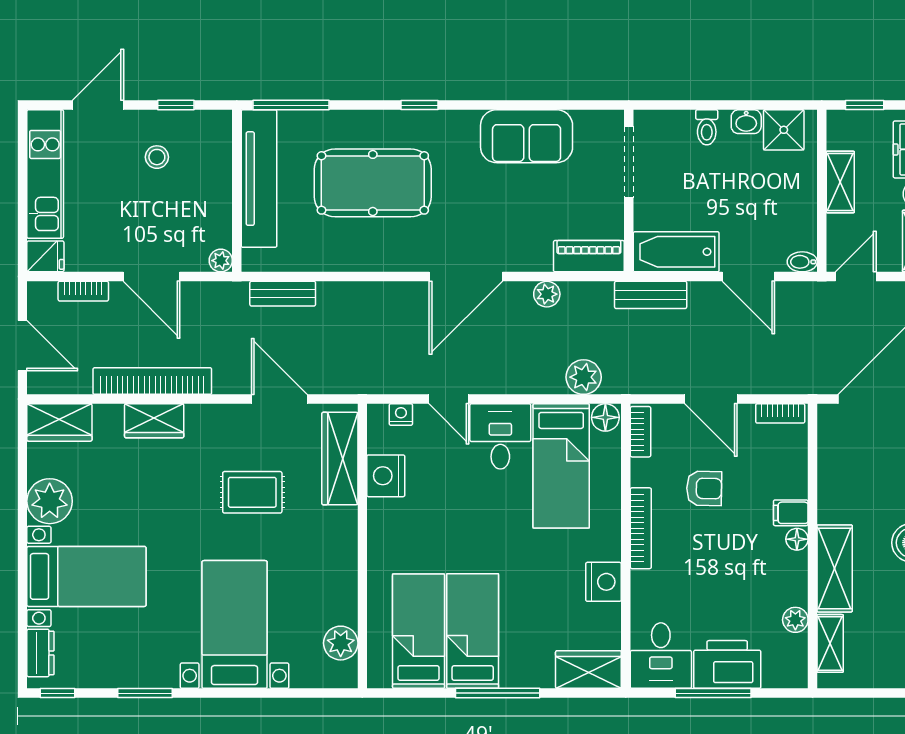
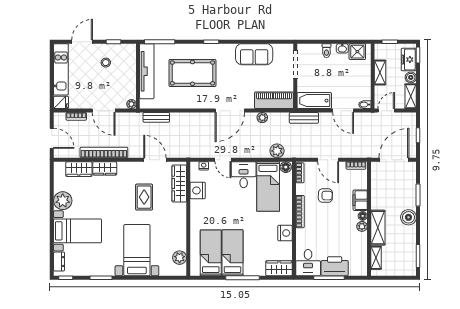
piano: (589, 256) -> (274, 100), width x1.37, depth x1.33
wardrobe: (59, 422) -> (79, 169), moved
rug: (252, 492) -> (144, 197), turned 90
filing cabinet: (791, 513) -> (360, 200), width x2.00
plant: (795, 620) -> (362, 226), moved

